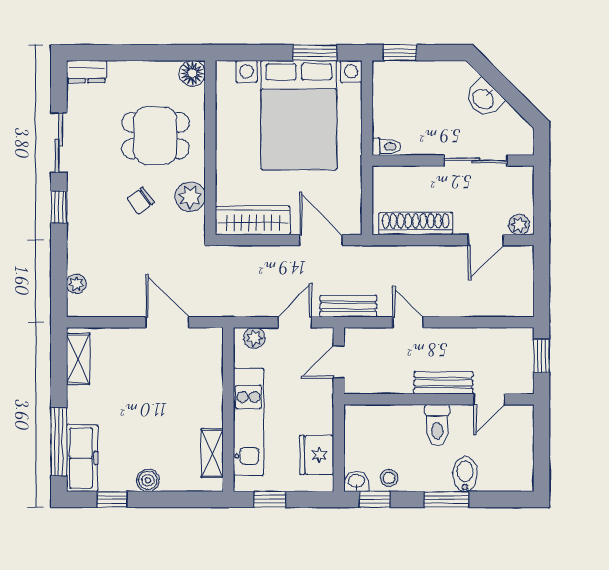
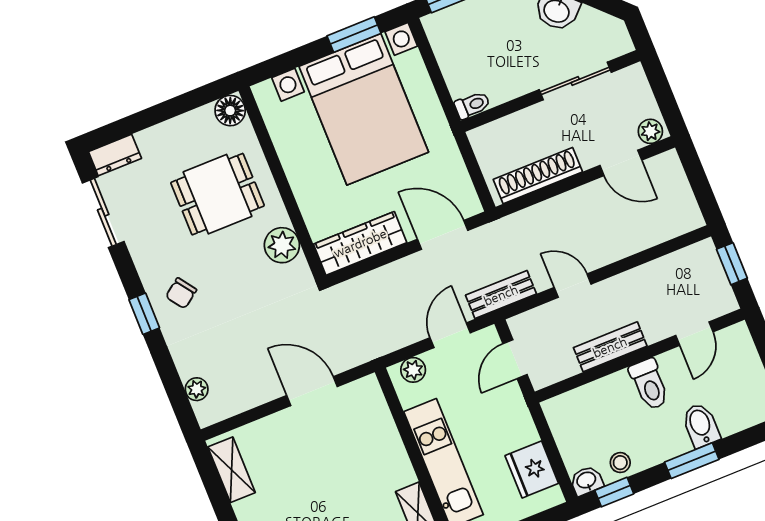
sliding door: (59, 143) -> (103, 212), moved
chair: (140, 201) -> (181, 293), moved
door: (486, 240) -> (621, 163), hinge flipped
bench: (443, 383) -> (610, 347), moved

